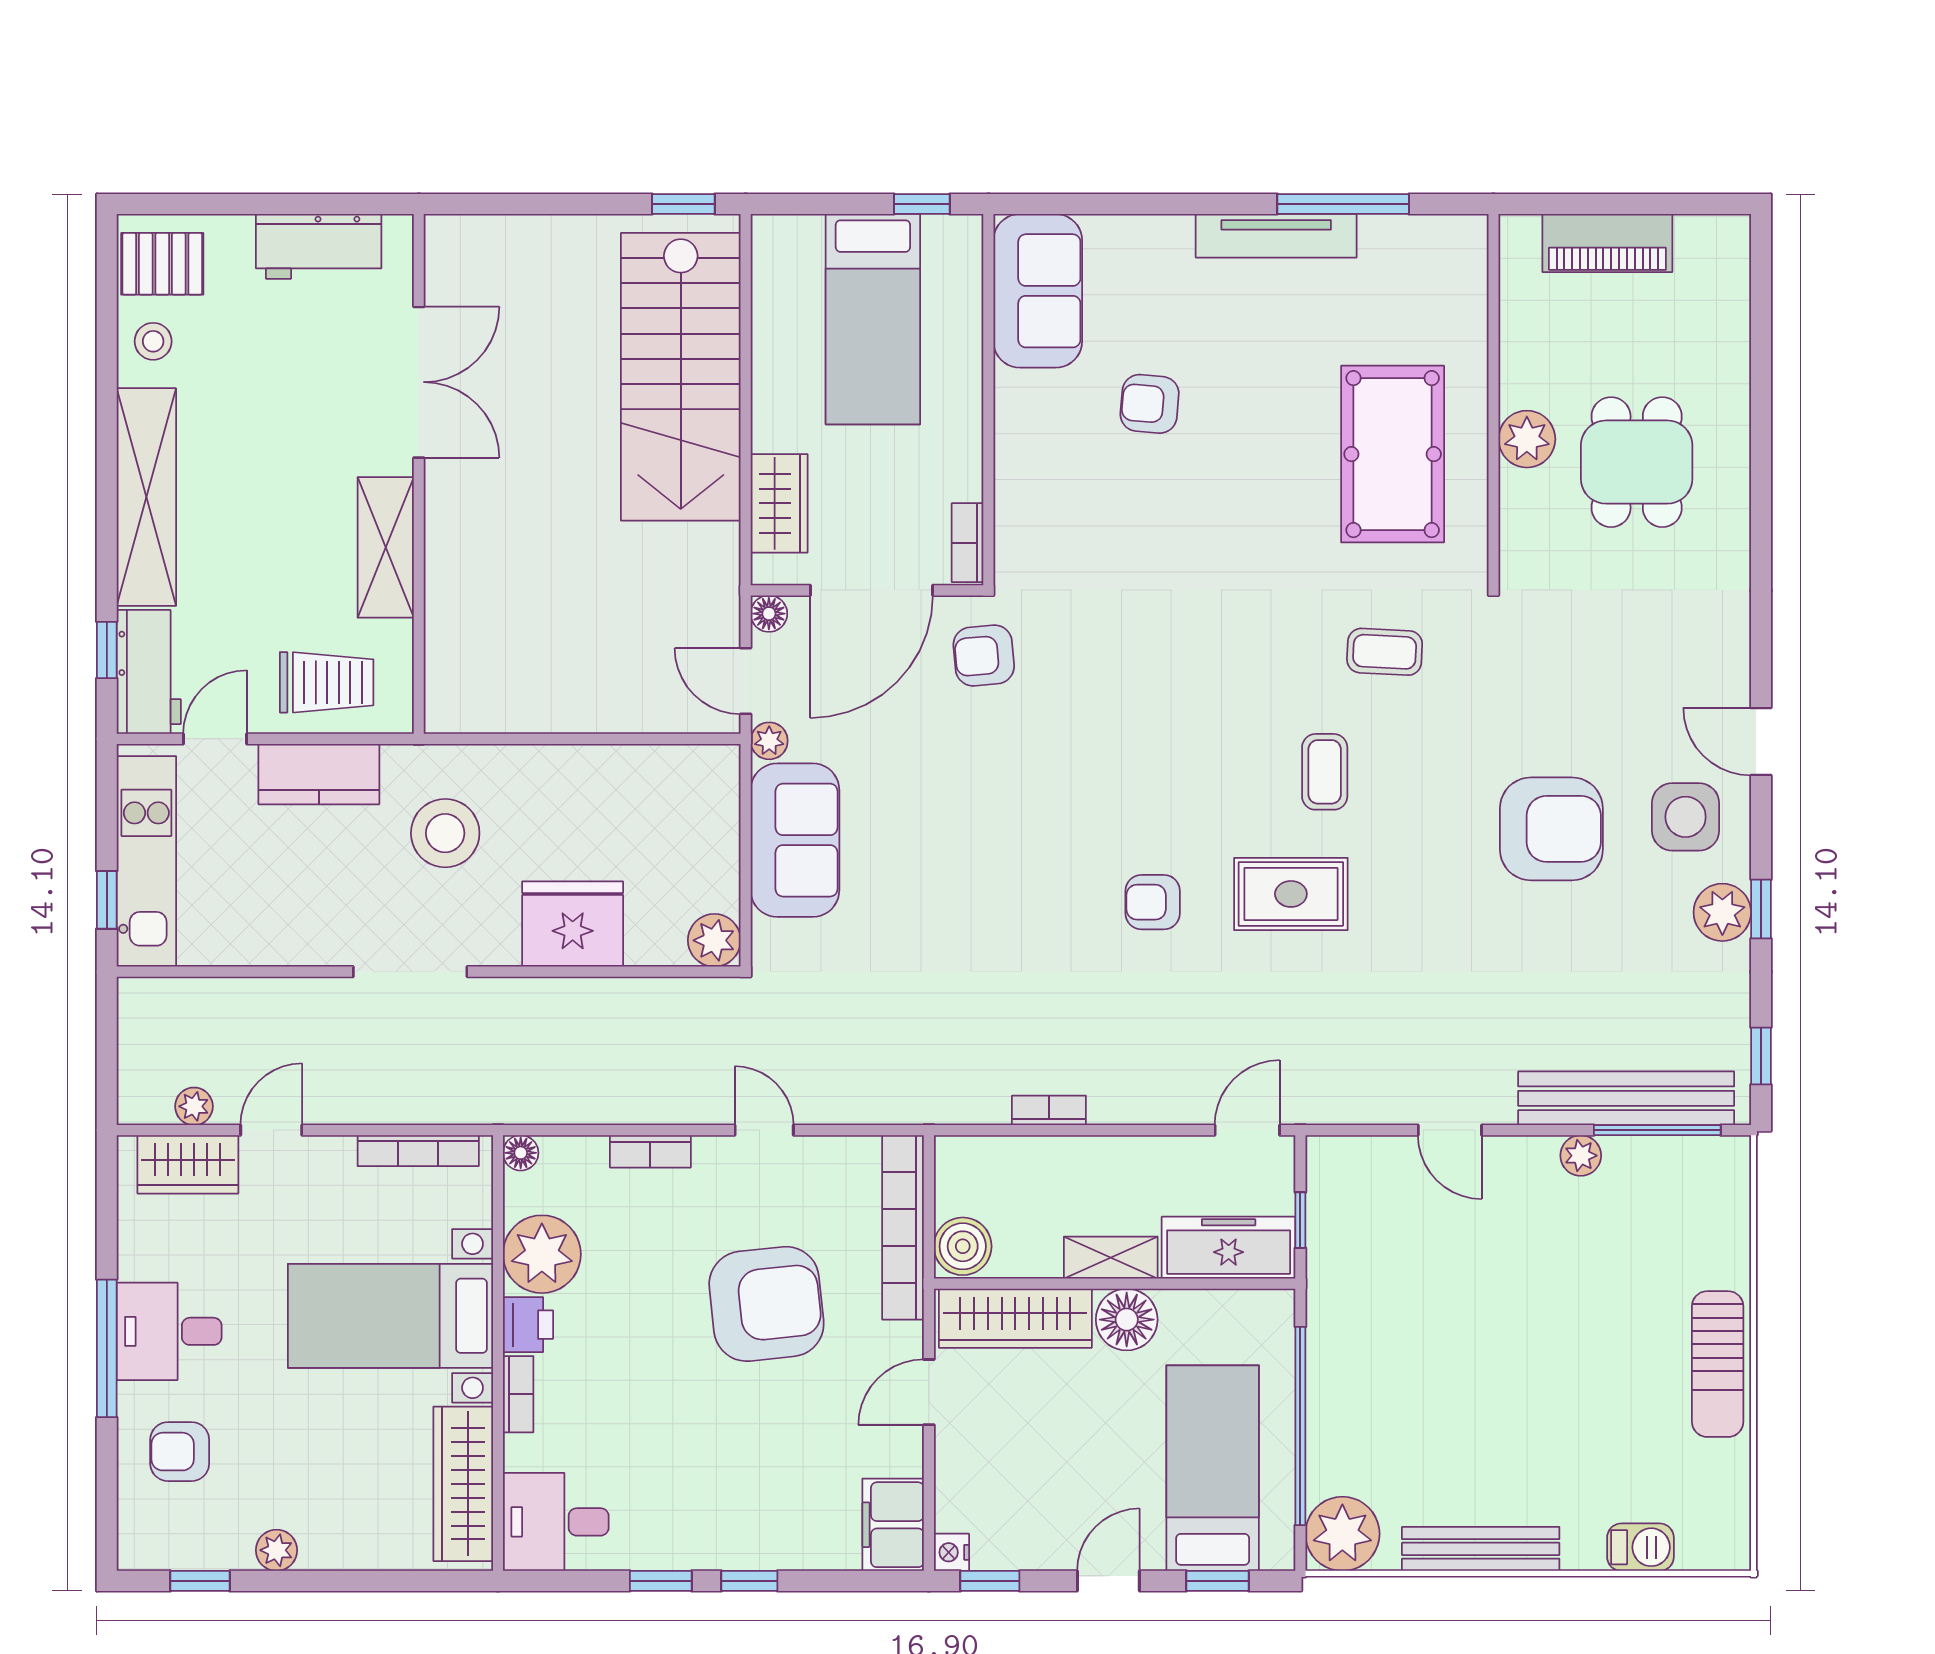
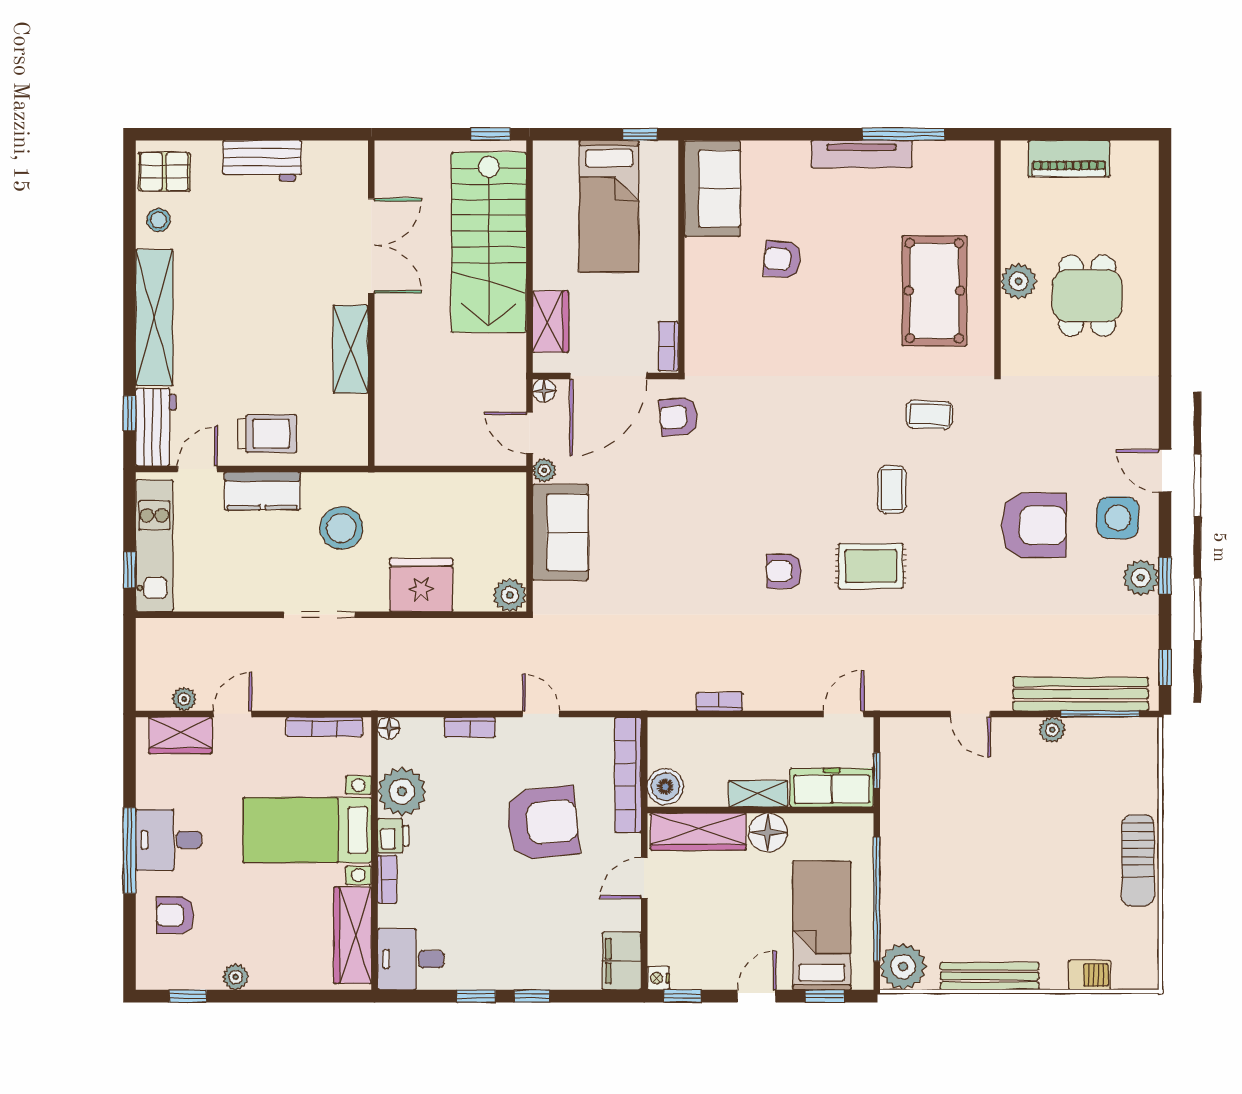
double door: (419, 382) -> (371, 246), moved
wall: (419, 474) -> (371, 303), moved
shelving: (386, 547) -> (351, 349), moved

